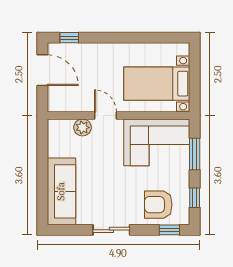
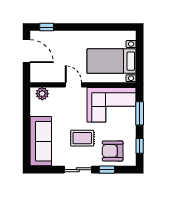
plant: (83, 127) -> (42, 94), moved
rug: (117, 187) -> (82, 138), added
window: (169, 230) -> (107, 170), moved

